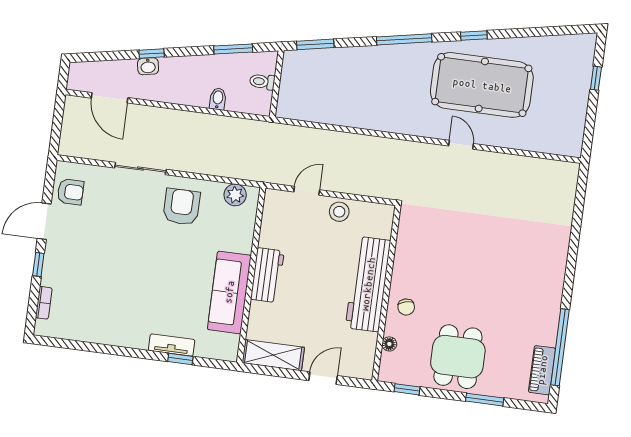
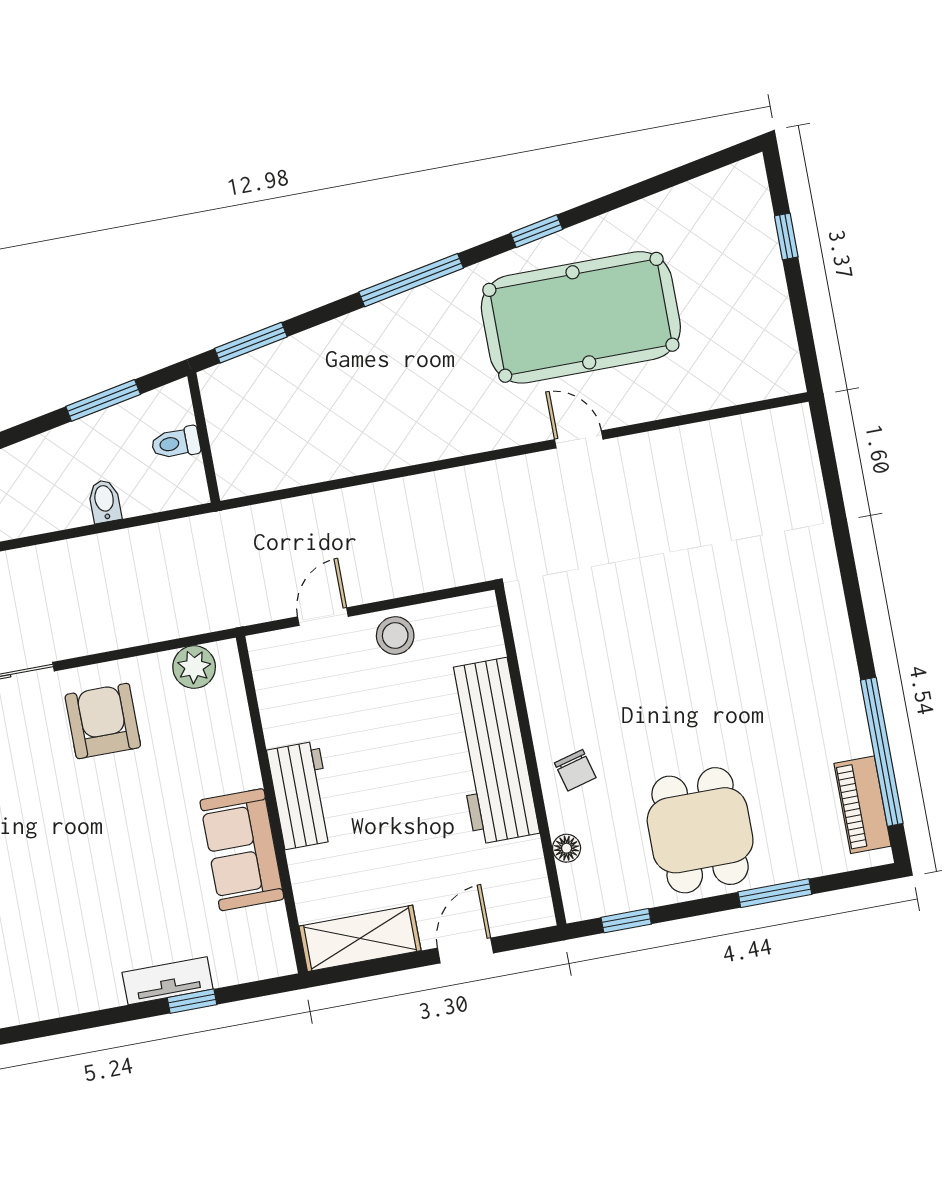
sofa: (229, 292) -> (242, 850), width x0.73

